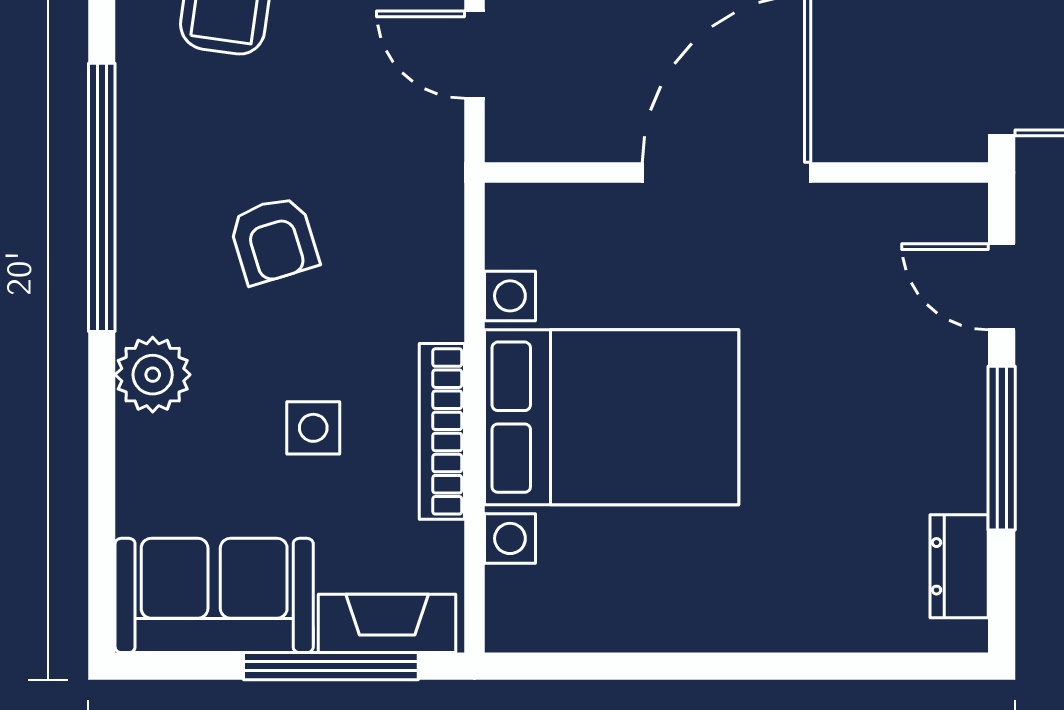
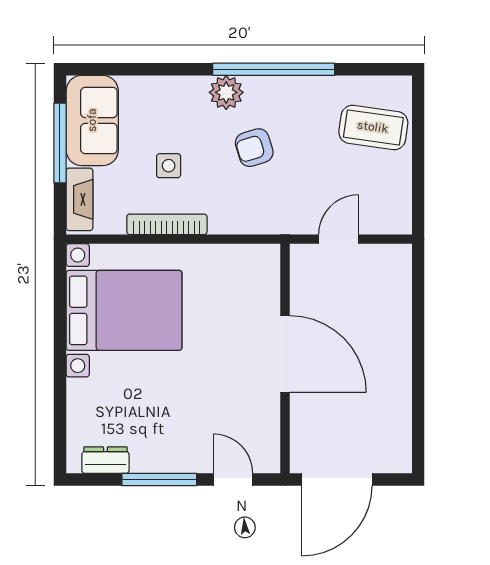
door: (1002, 287) -> (233, 479), hinge flipped
plant: (153, 375) -> (226, 92), moved
bed with nightstands: (612, 417) -> (124, 310), moved, turned -90
window: (331, 666) -> (60, 143), moved

